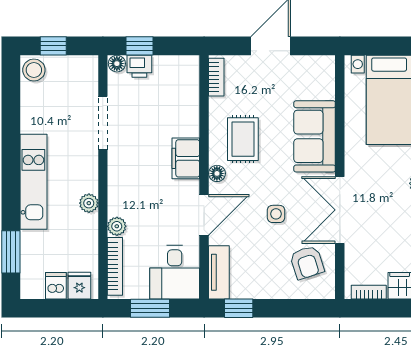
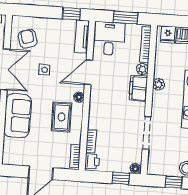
printer: (139, 66) -> (92, 162), moved, turned 90
bookcase: (192, 103) -> (91, 141), added
filing cabinet: (186, 158) -> (138, 88), moved, turned 180

